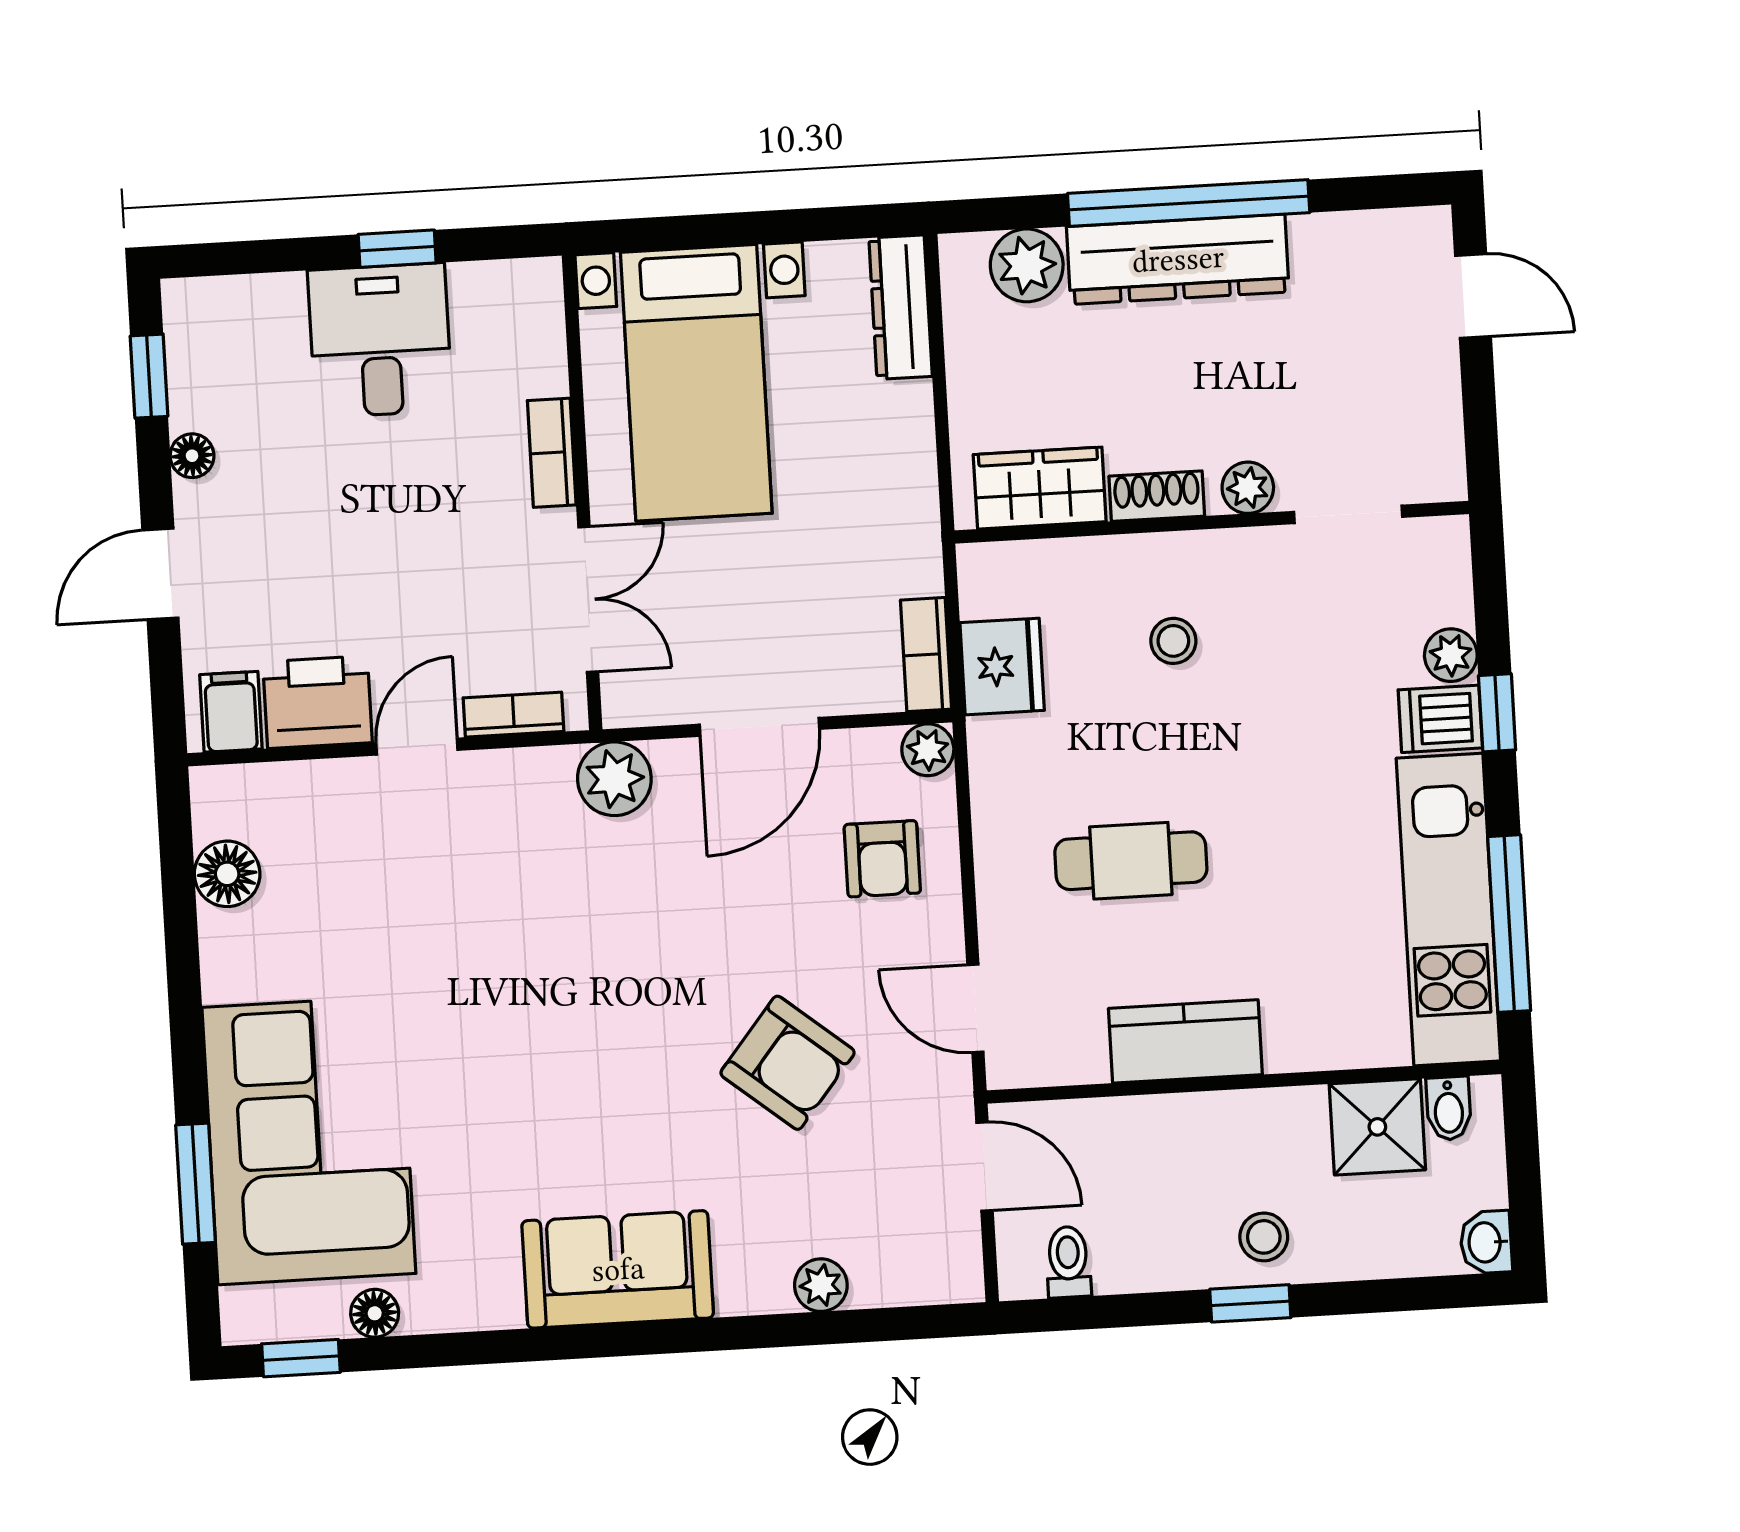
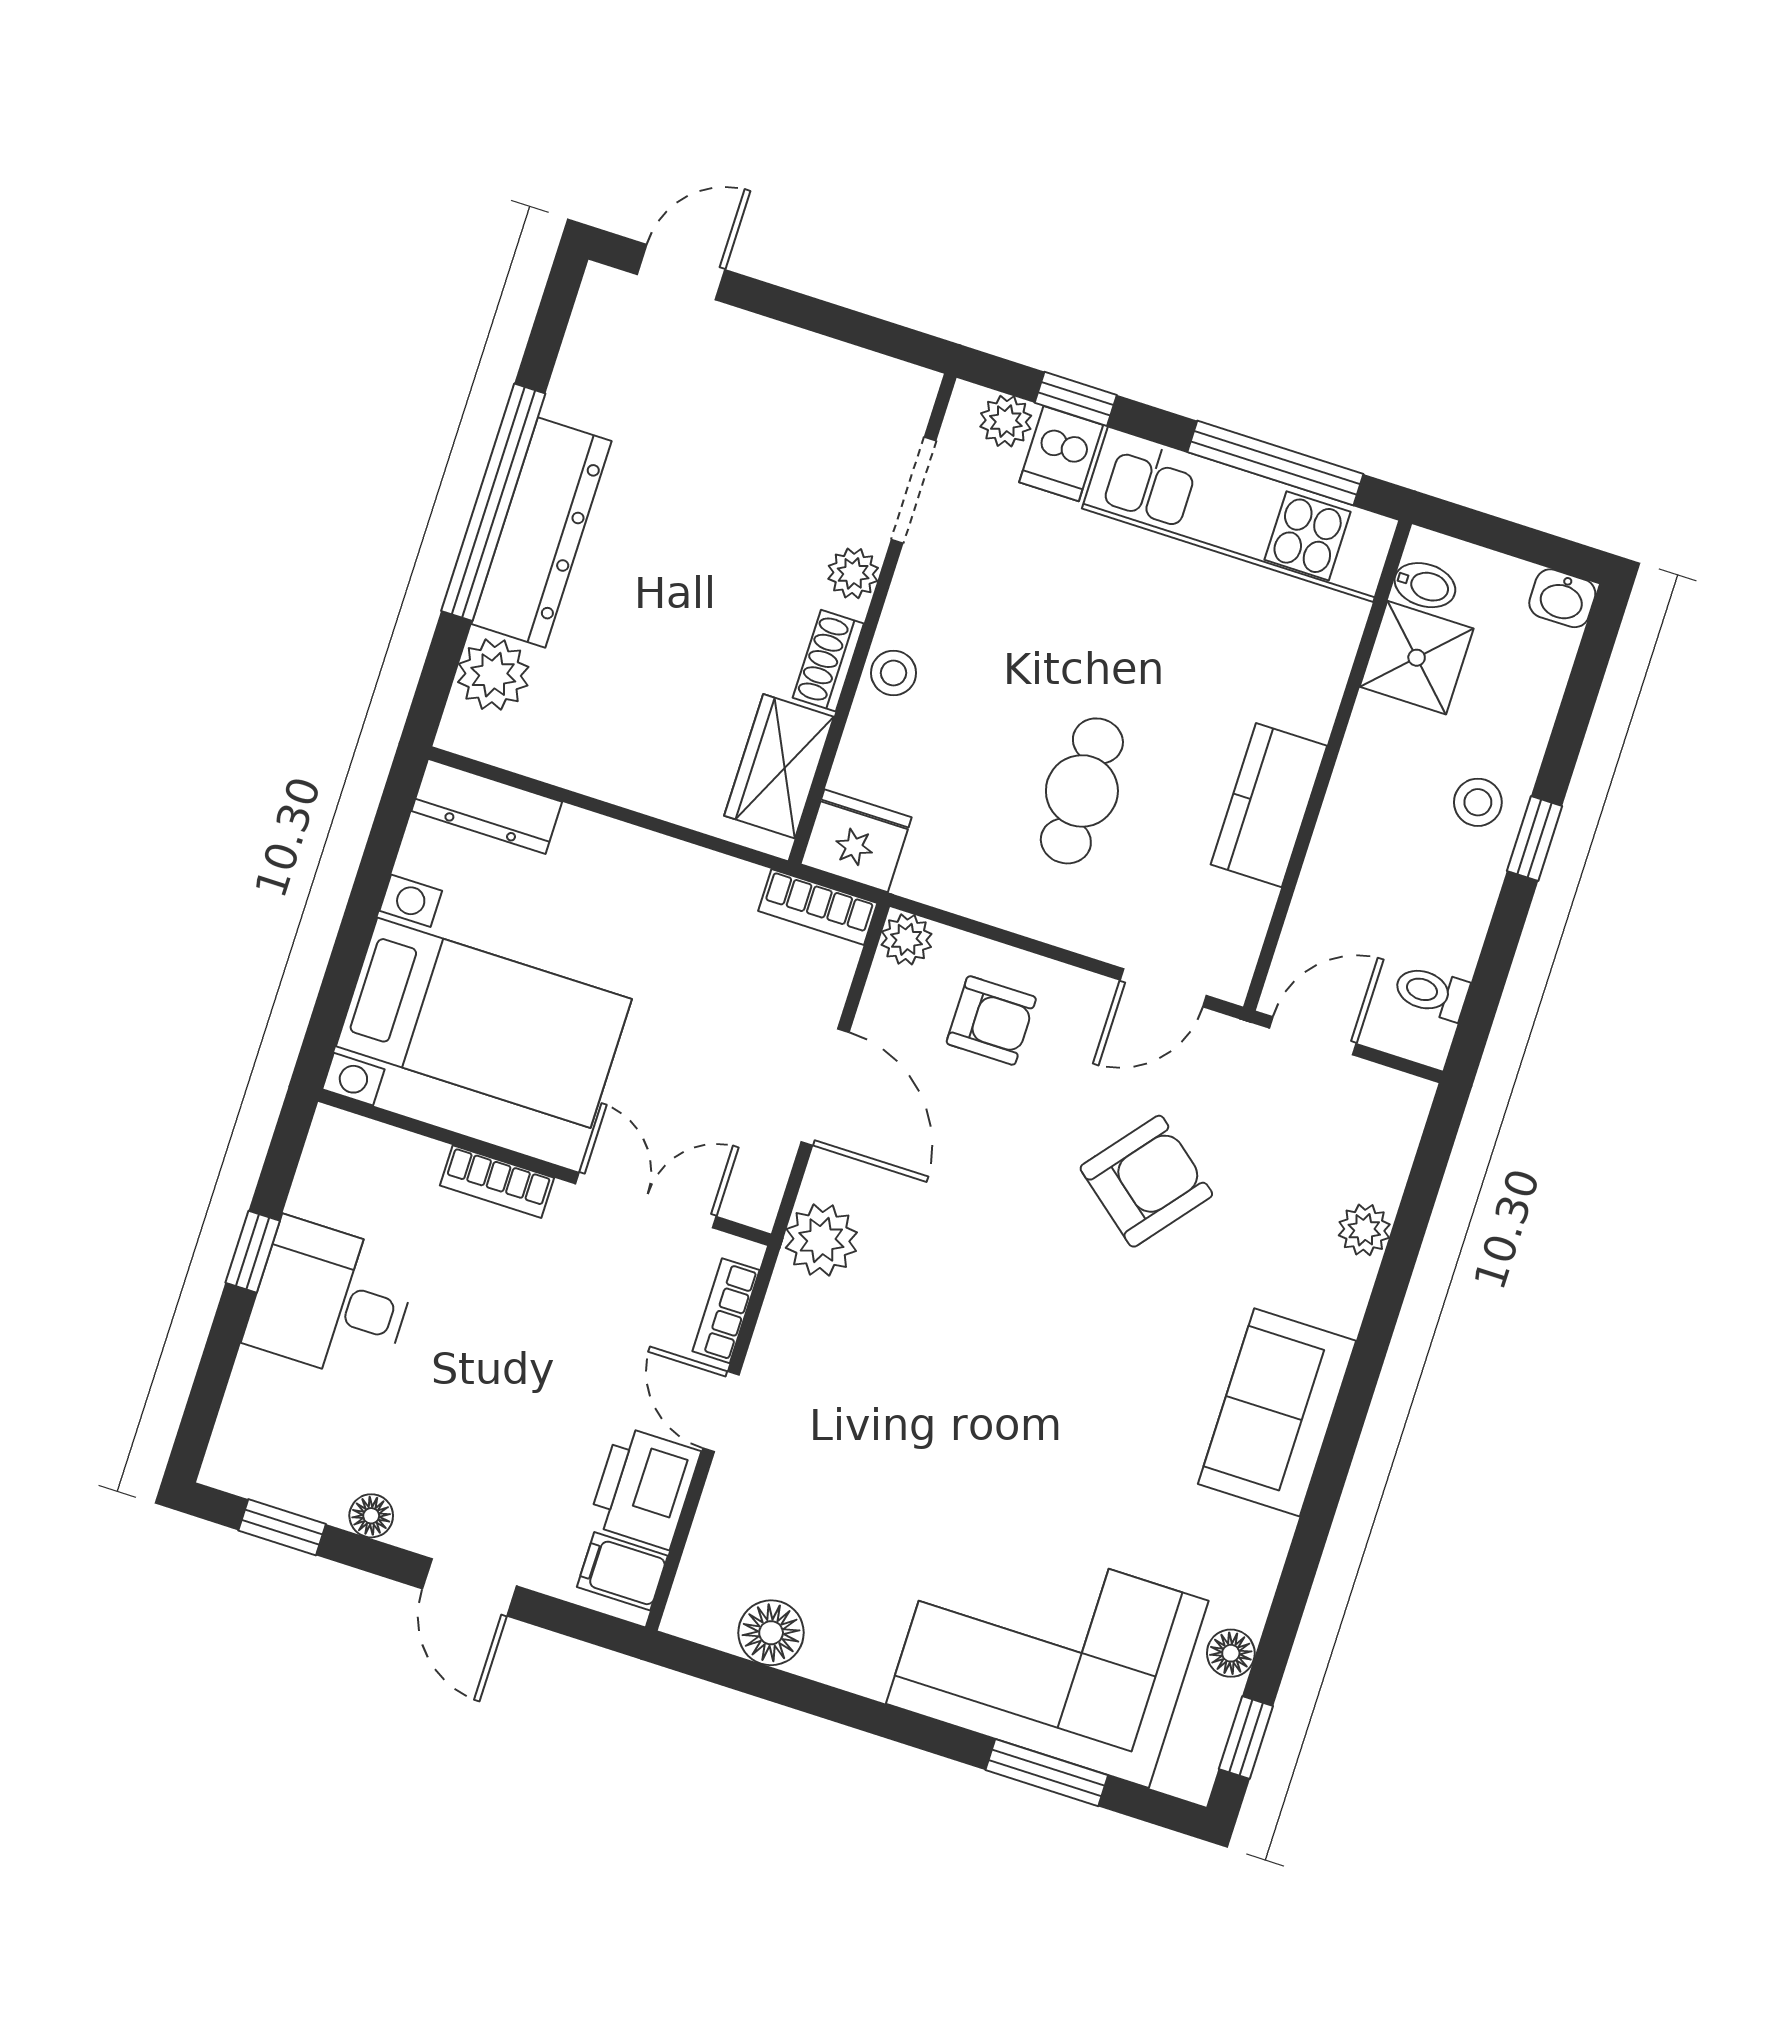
wardrobe: (1040, 488) -> (779, 766), moved
plant: (1248, 488) -> (853, 573), moved
shoe rack: (1157, 496) -> (828, 661), moved
doorway: (1348, 514) -> (914, 490), moved
wall: (1212, 522) -> (872, 619), moved

